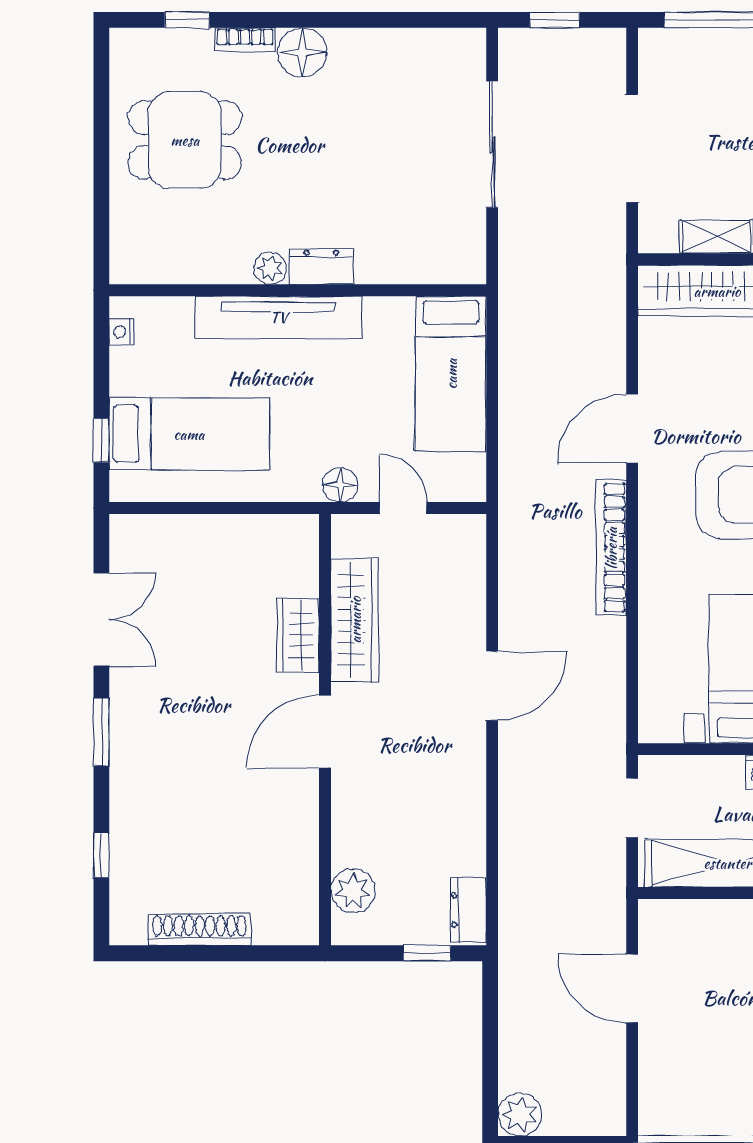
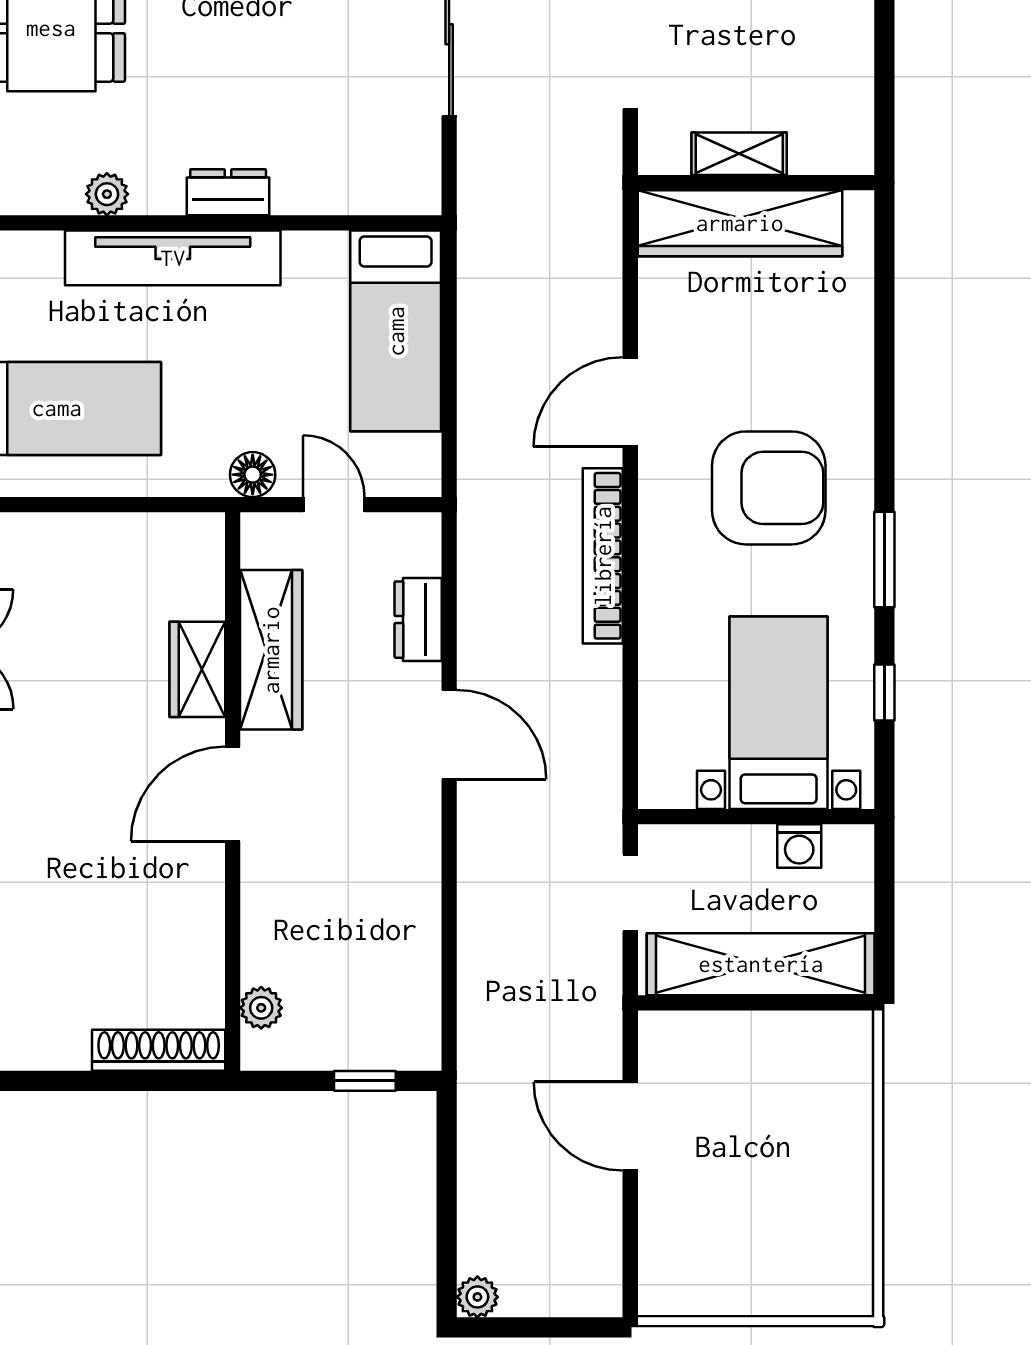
plant: (270, 268) -> (107, 194), moved
door: (492, 686) -> (449, 735), hinge flipped
plant: (353, 891) -> (261, 1008), width x0.73, depth x0.73
dresser: (468, 910) -> (418, 620), moved
shoe rack: (200, 930) -> (159, 1050), moved
plant: (520, 1114) -> (477, 1297), width x0.73, depth x0.73

